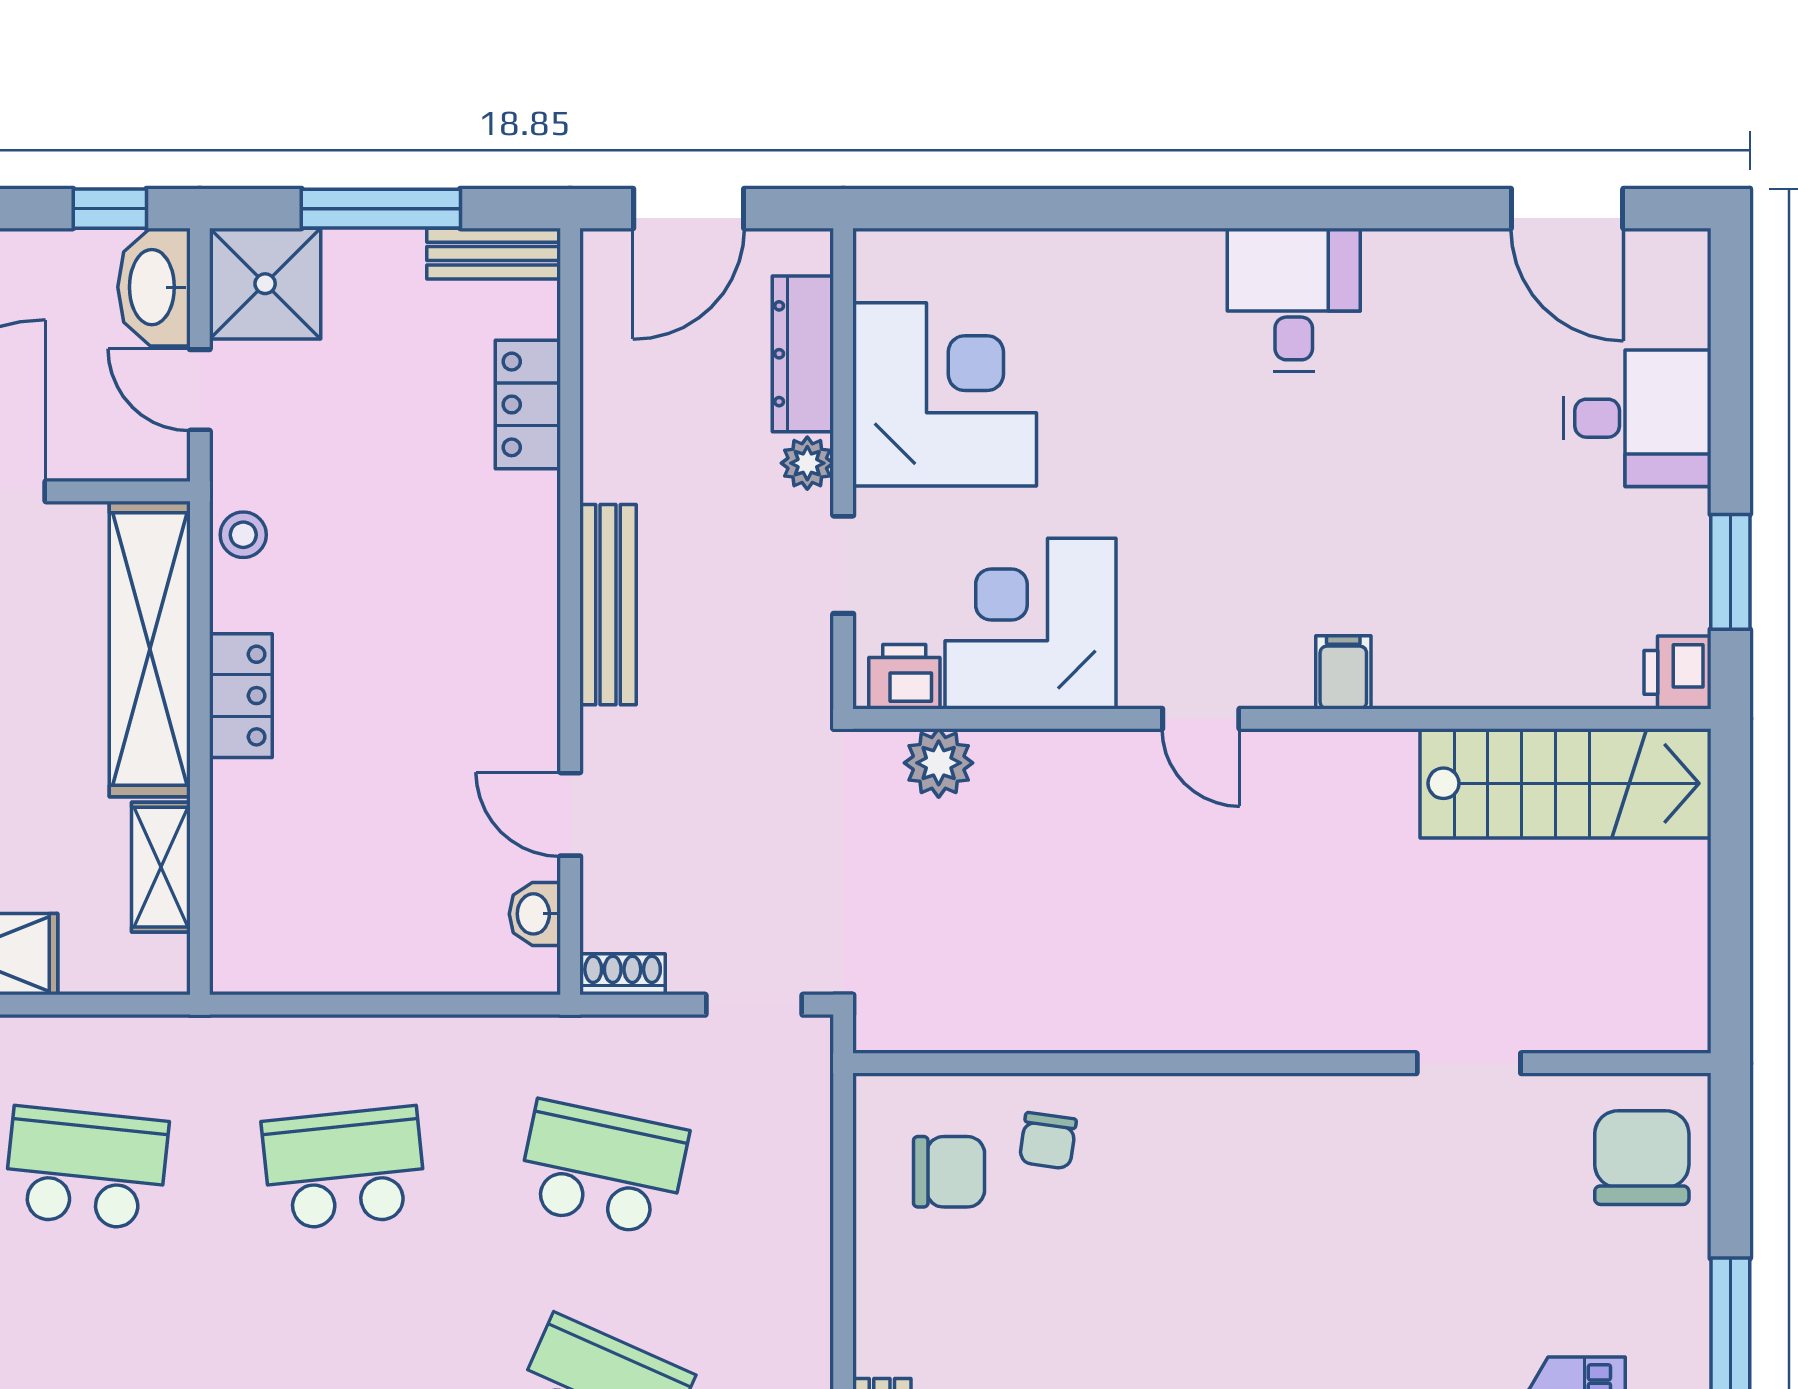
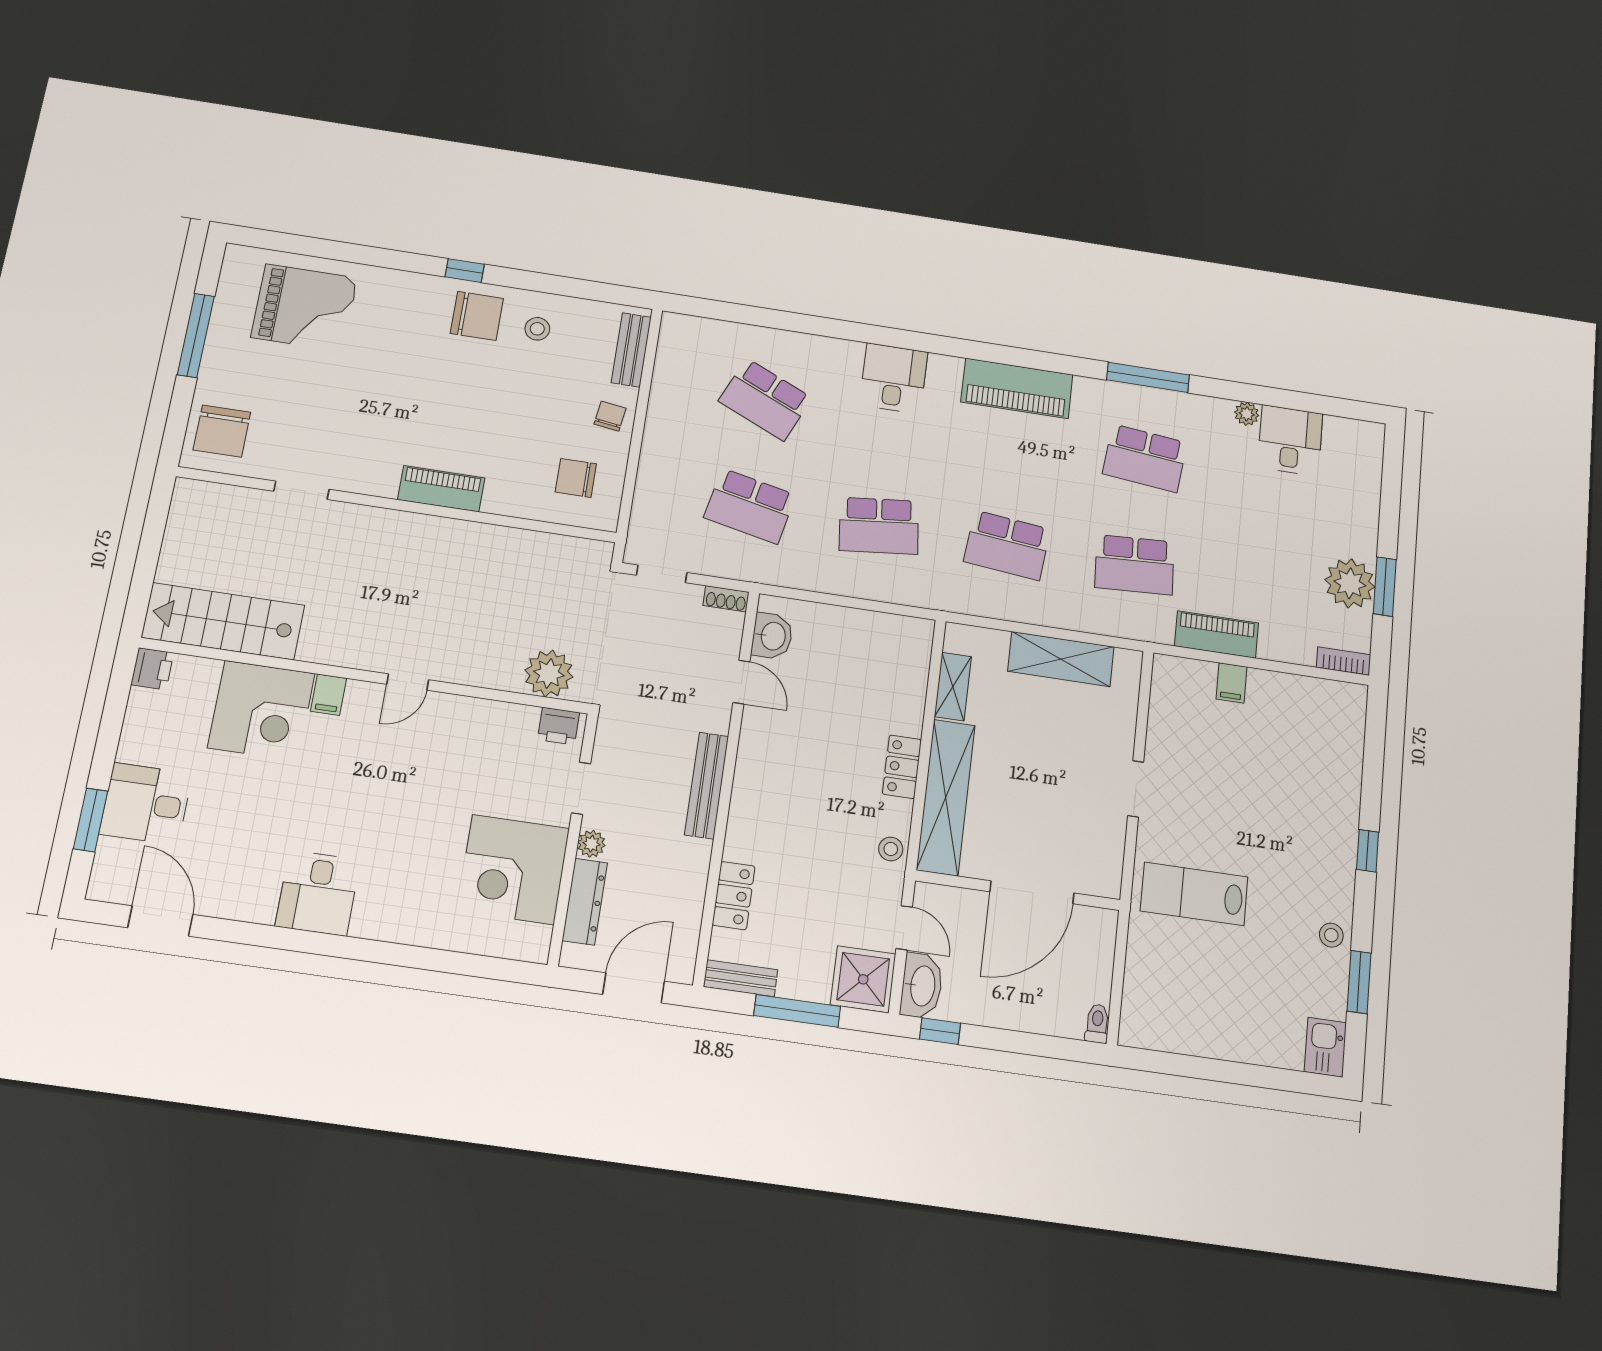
window: (1730, 572) -> (91, 820), moved
corner desk: (1030, 624) -> (261, 711), moved
door: (1201, 719) -> (408, 682), swing flipped
plant: (939, 763) -> (549, 674), width x1.36, depth x1.36
washbasin: (535, 914) -> (772, 636), width x1.38, depth x1.45
piano: (1204, 1108) -> (441, 489), added
chair: (1048, 1141) -> (610, 416), moved

